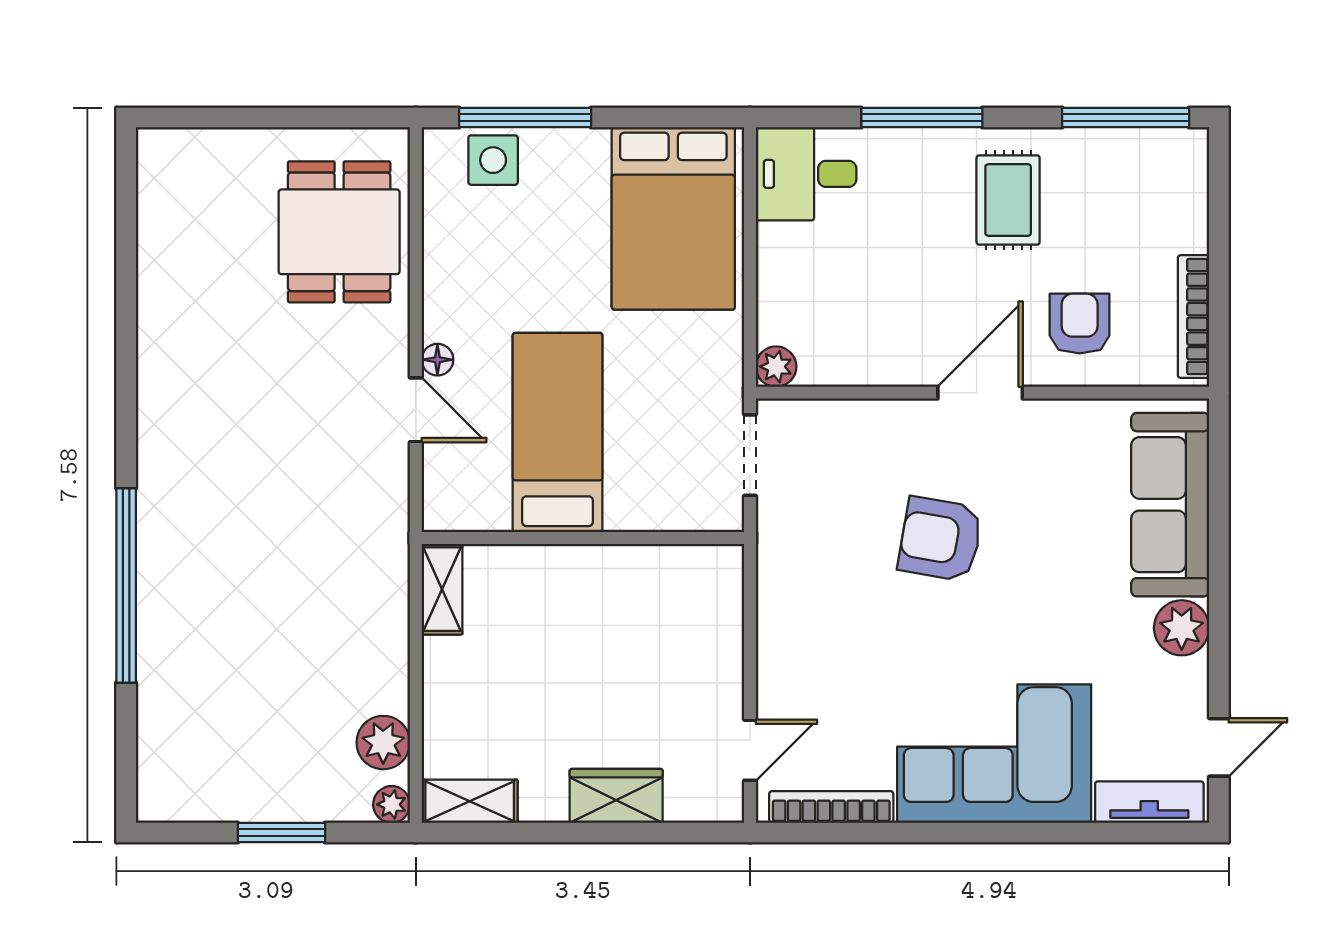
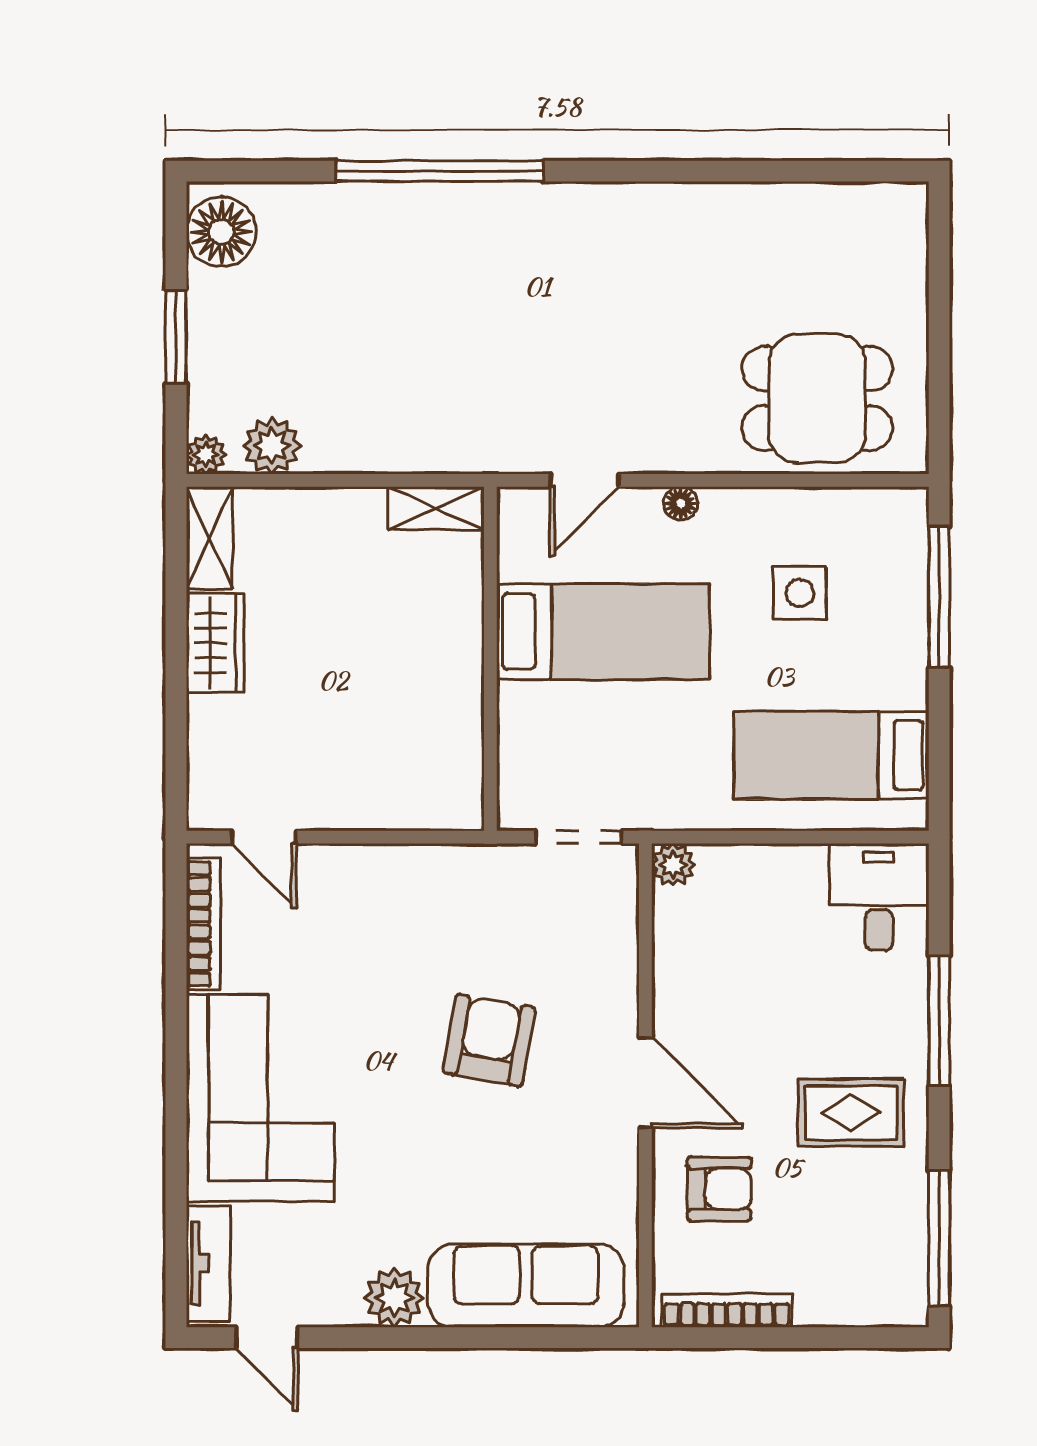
side table: (493, 160) -> (800, 593), moved
bed: (673, 218) -> (831, 755), width x0.67
door: (416, 410) -> (585, 480), moved
floor lamp: (183, 790) -> (221, 232), added
wardrobe: (616, 796) -> (215, 643), moved

